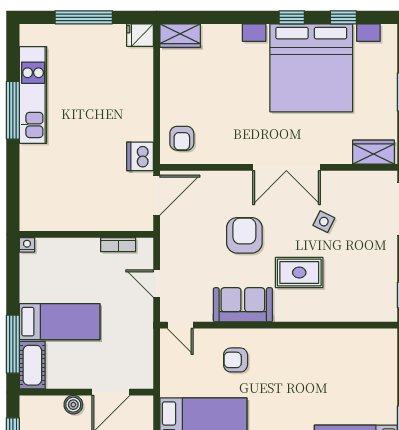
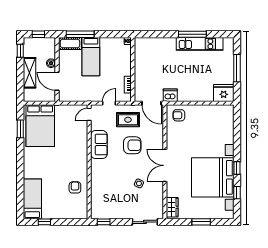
fridge: (140, 35) -> (224, 93), width x1.88, depth x1.34
wardrobe: (180, 36) -> (228, 114), removed
rug: (299, 273) -> (128, 120), moved, turned 90
armchair: (236, 360) -> (75, 187), moved

